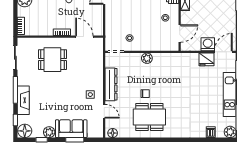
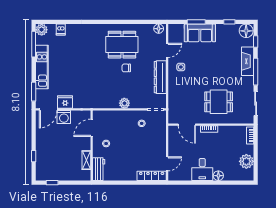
door: (104, 111) -> (167, 50), swing flipped
plant: (49, 132) -> (222, 29), removed

